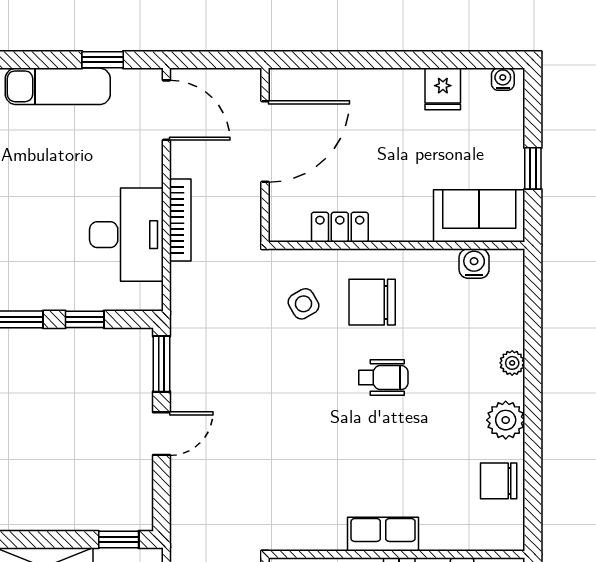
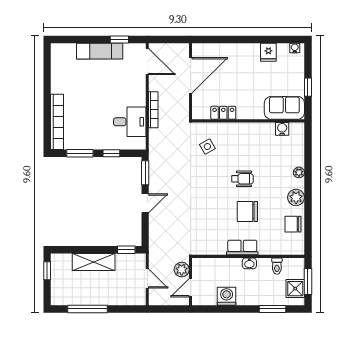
desk: (126, 235) -> (130, 122), width x0.73
chair: (372, 302) -> (247, 211), moved

